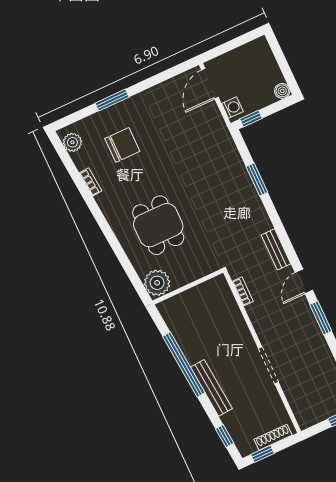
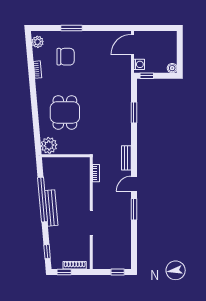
bench: (211, 388) -> (51, 208), moved

